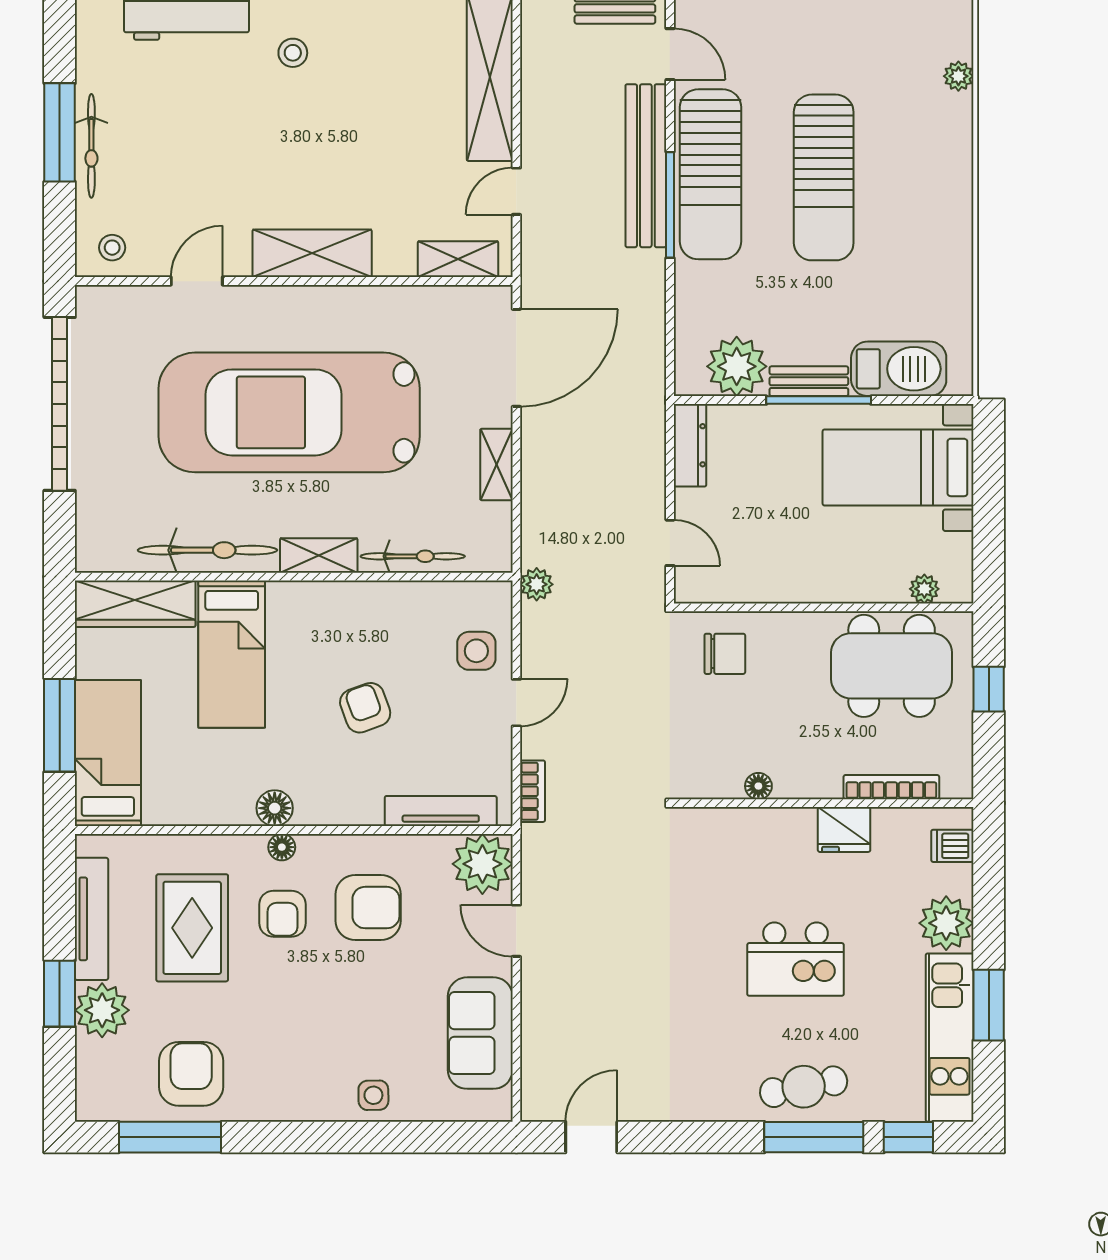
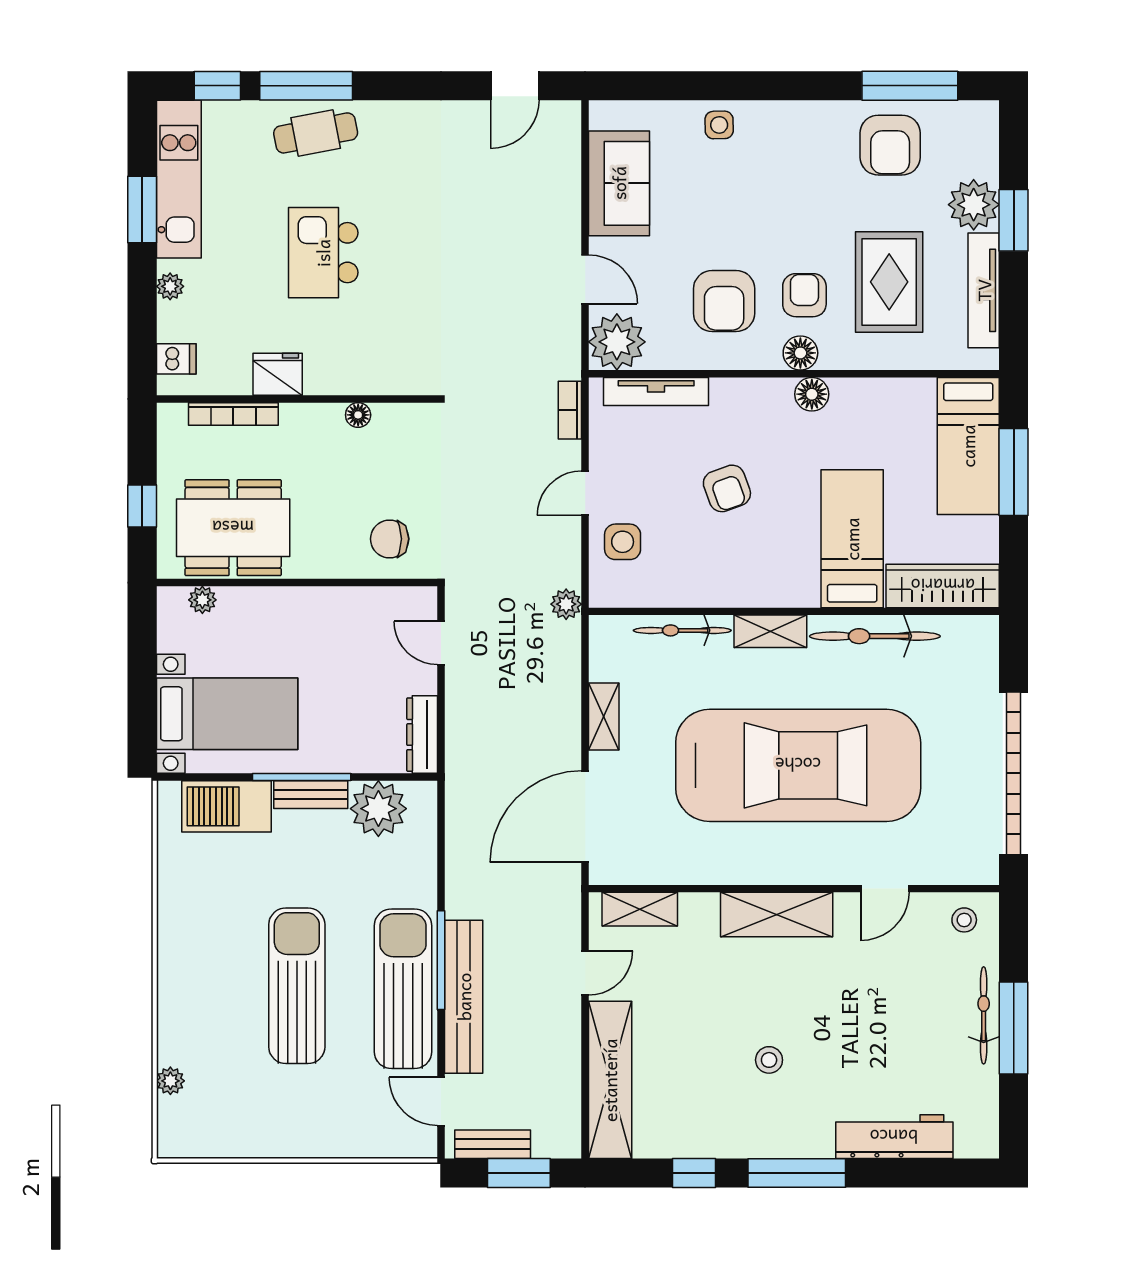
stool: (293, 53) -> (769, 1060), moved
floor lamp: (282, 847) -> (800, 353), width x1.37, depth x1.37
armchair: (368, 908) -> (724, 301), turned -90
plant: (946, 923) -> (170, 286), width x0.53, depth x0.53
kitchen island: (796, 959) -> (323, 253), turned -90

